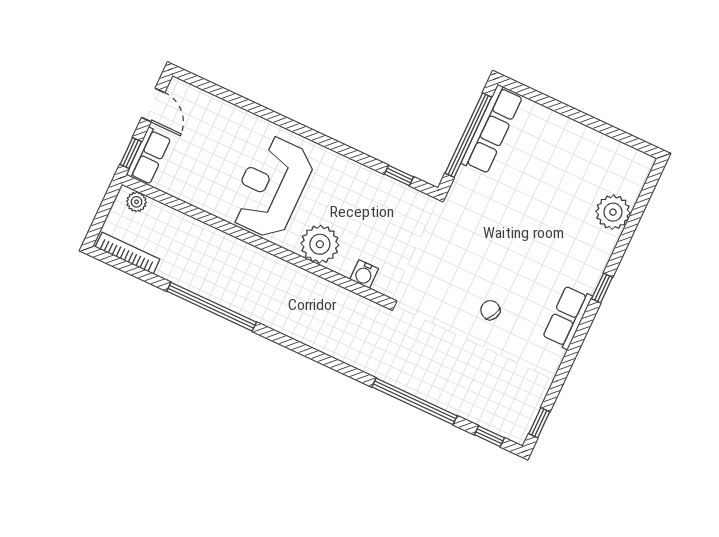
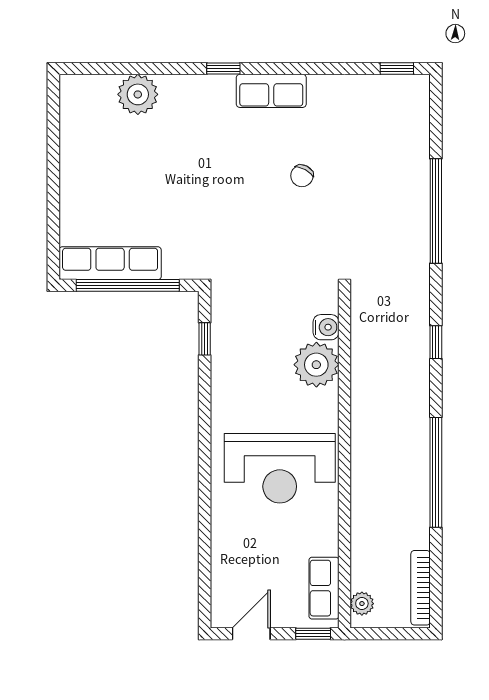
row of seats: (149, 156) -> (324, 588), moved, turned -90
plant: (320, 244) -> (316, 365), moved
window: (489, 436) -> (436, 342), moved

